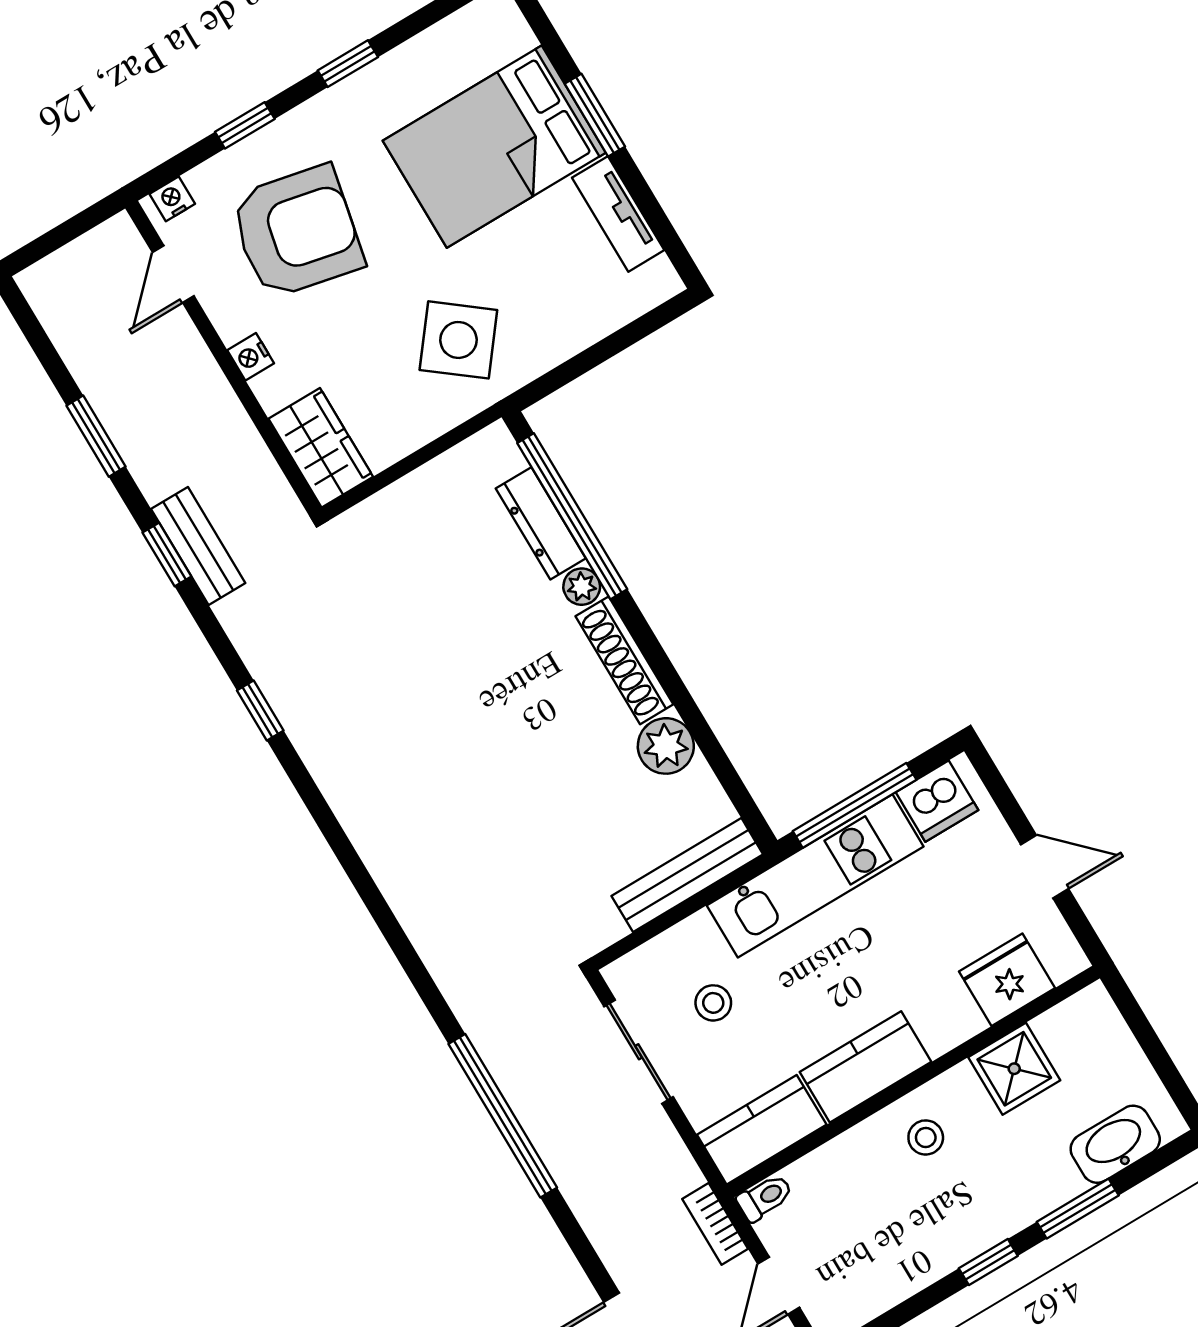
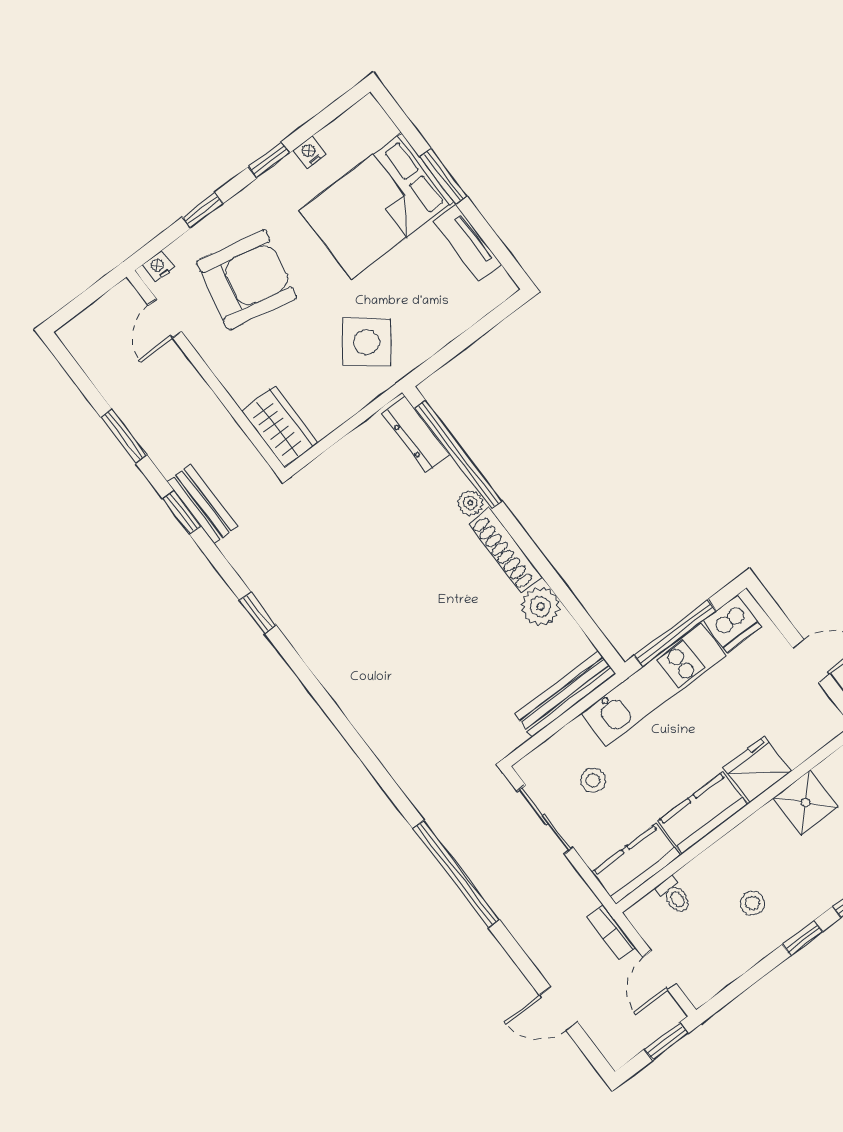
nightstand: (251, 357) -> (310, 152), moved, turned 90
dresser: (541, 523) -> (416, 434), moved
fridge: (1007, 980) -> (757, 769), moved
stool: (926, 1137) -> (753, 903), moved
toilet: (765, 1197) -> (674, 896), moved, turned 90

